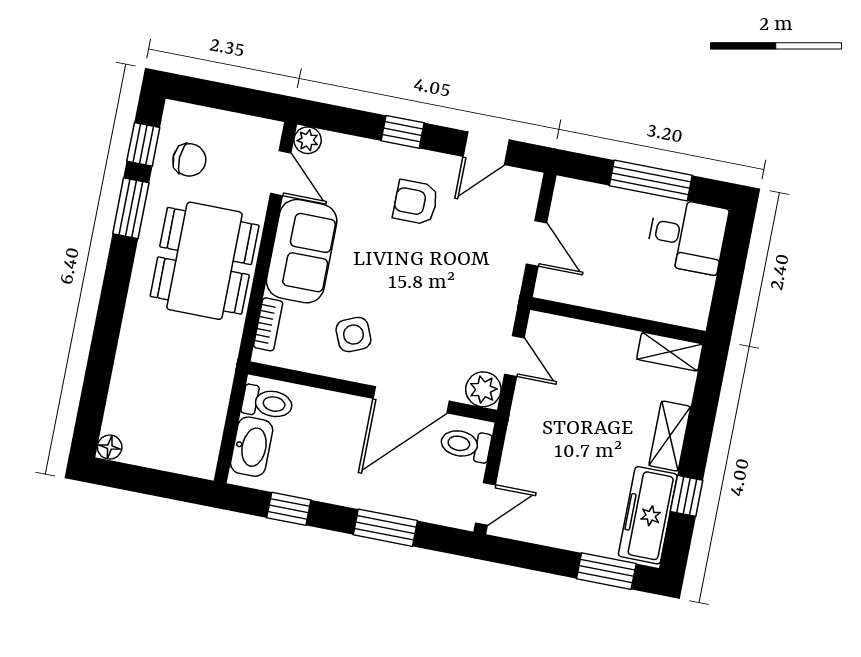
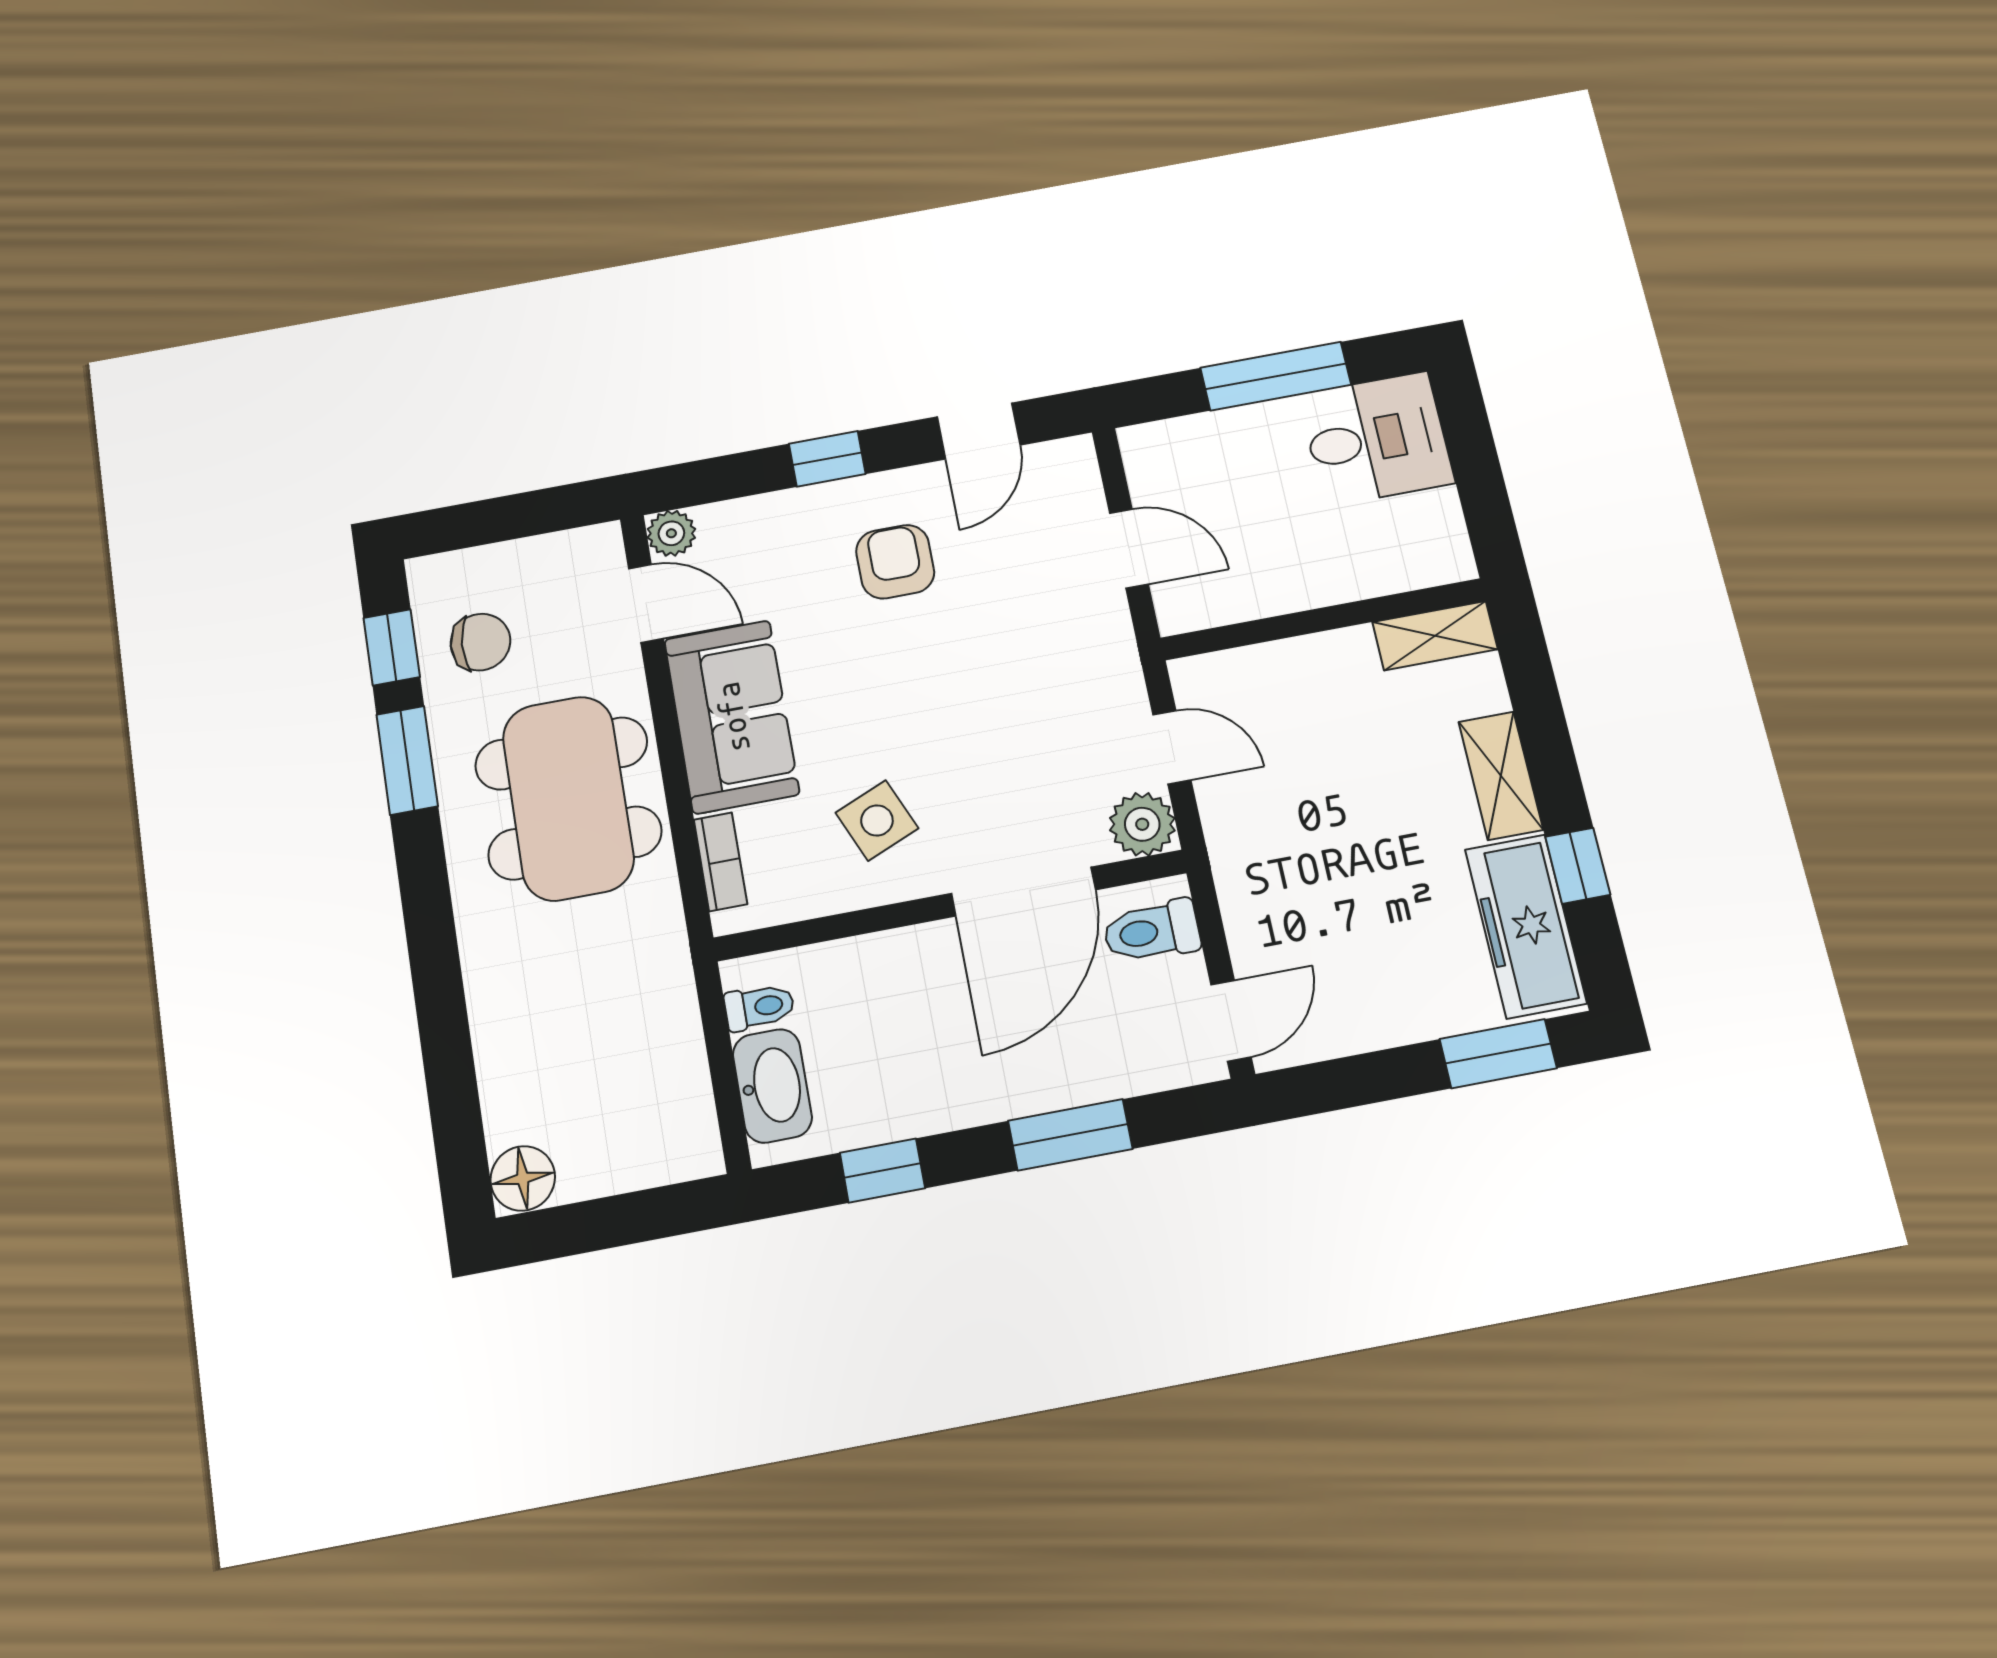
armchair: (416, 202) -> (895, 562), turned 90
toilet: (267, 403) -> (759, 1007), width x0.73, depth x0.72
floor lamp: (110, 447) -> (523, 1178), width x1.37, depth x1.37

